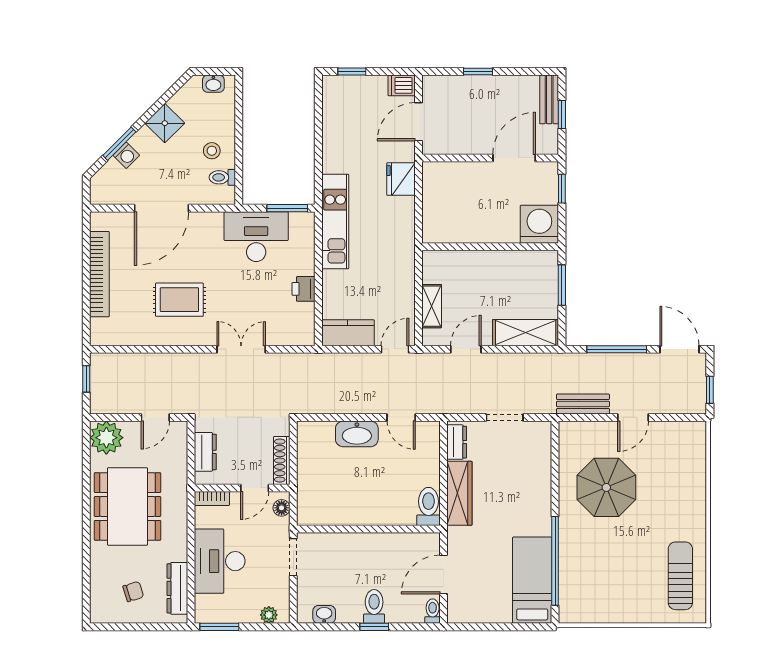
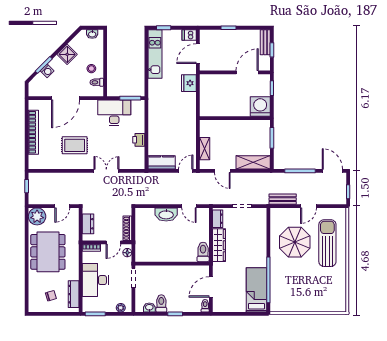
kitchen unit: (335, 221) -> (155, 54), moved
door: (466, 349) -> (222, 171), swing flipped
sun lounger: (680, 576) -> (327, 243), moved, width x1.36, depth x1.34
toilet: (374, 606) -> (161, 303), moved

